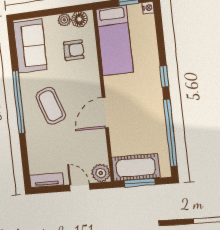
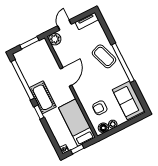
coffee table: (51, 106) -> (104, 56), moved
cot: (136, 167) -> (43, 97), moved, turned 90
door: (80, 187) -> (64, 25), swing flipped

